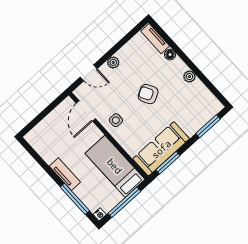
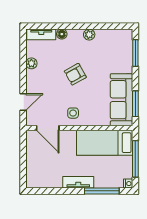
plant: (113, 62) -> (31, 63), moved

